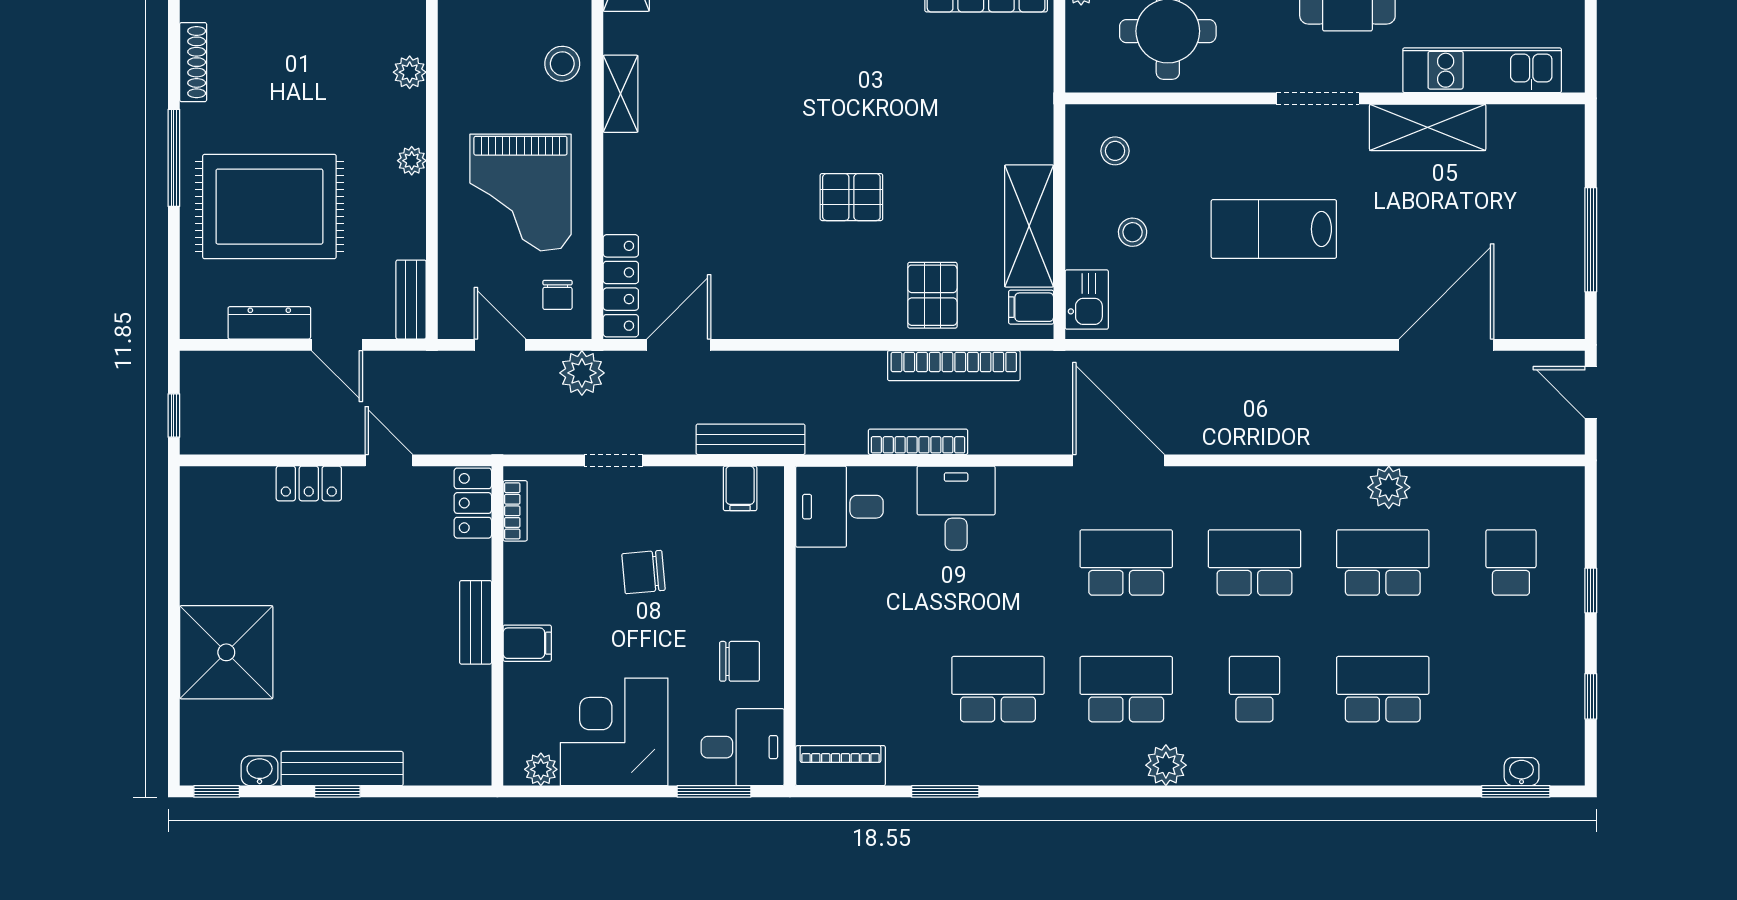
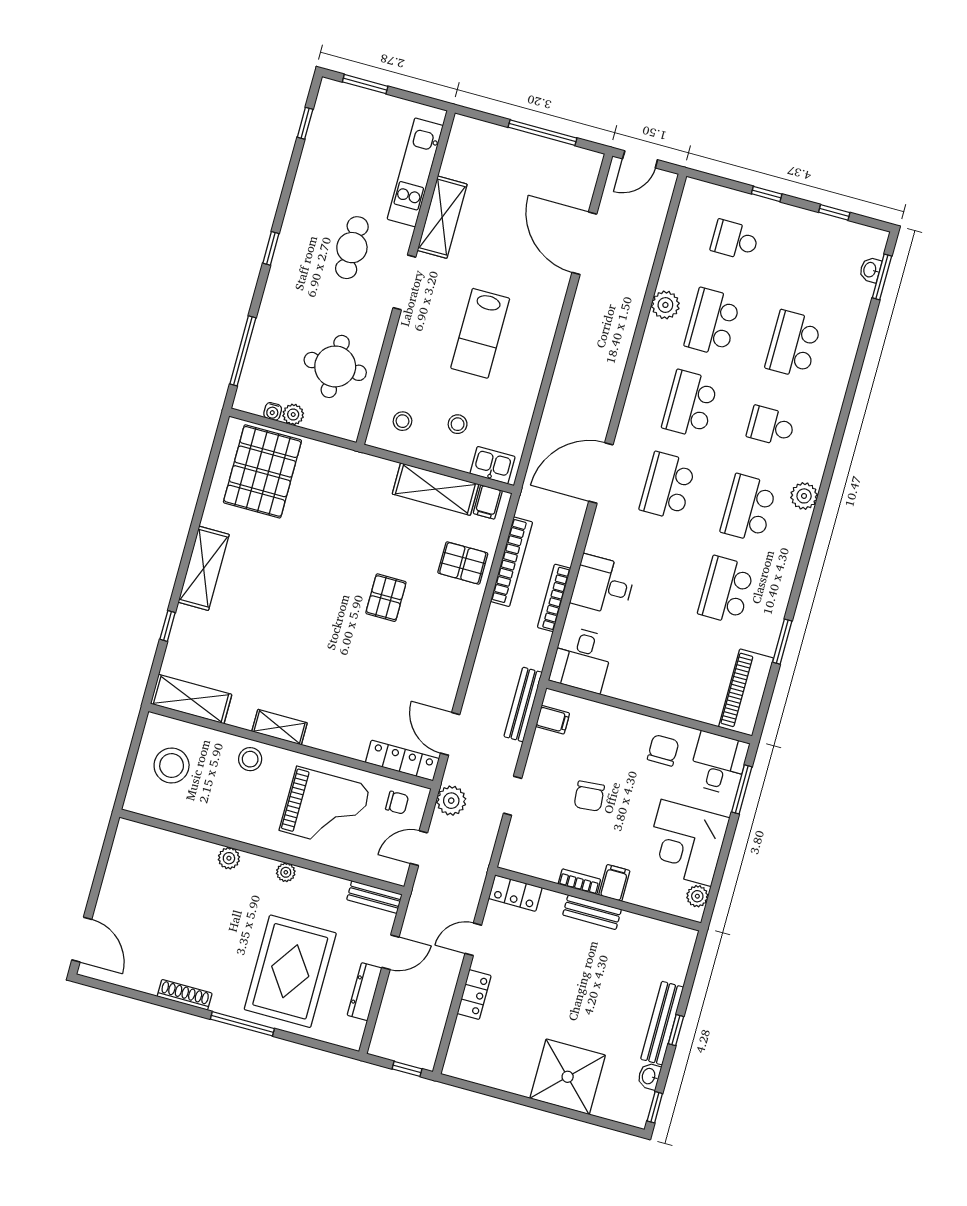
bookcase: (515, 511) -> (579, 882), moved
piano: (840, 766) -> (746, 692), width x1.37, depth x1.33

